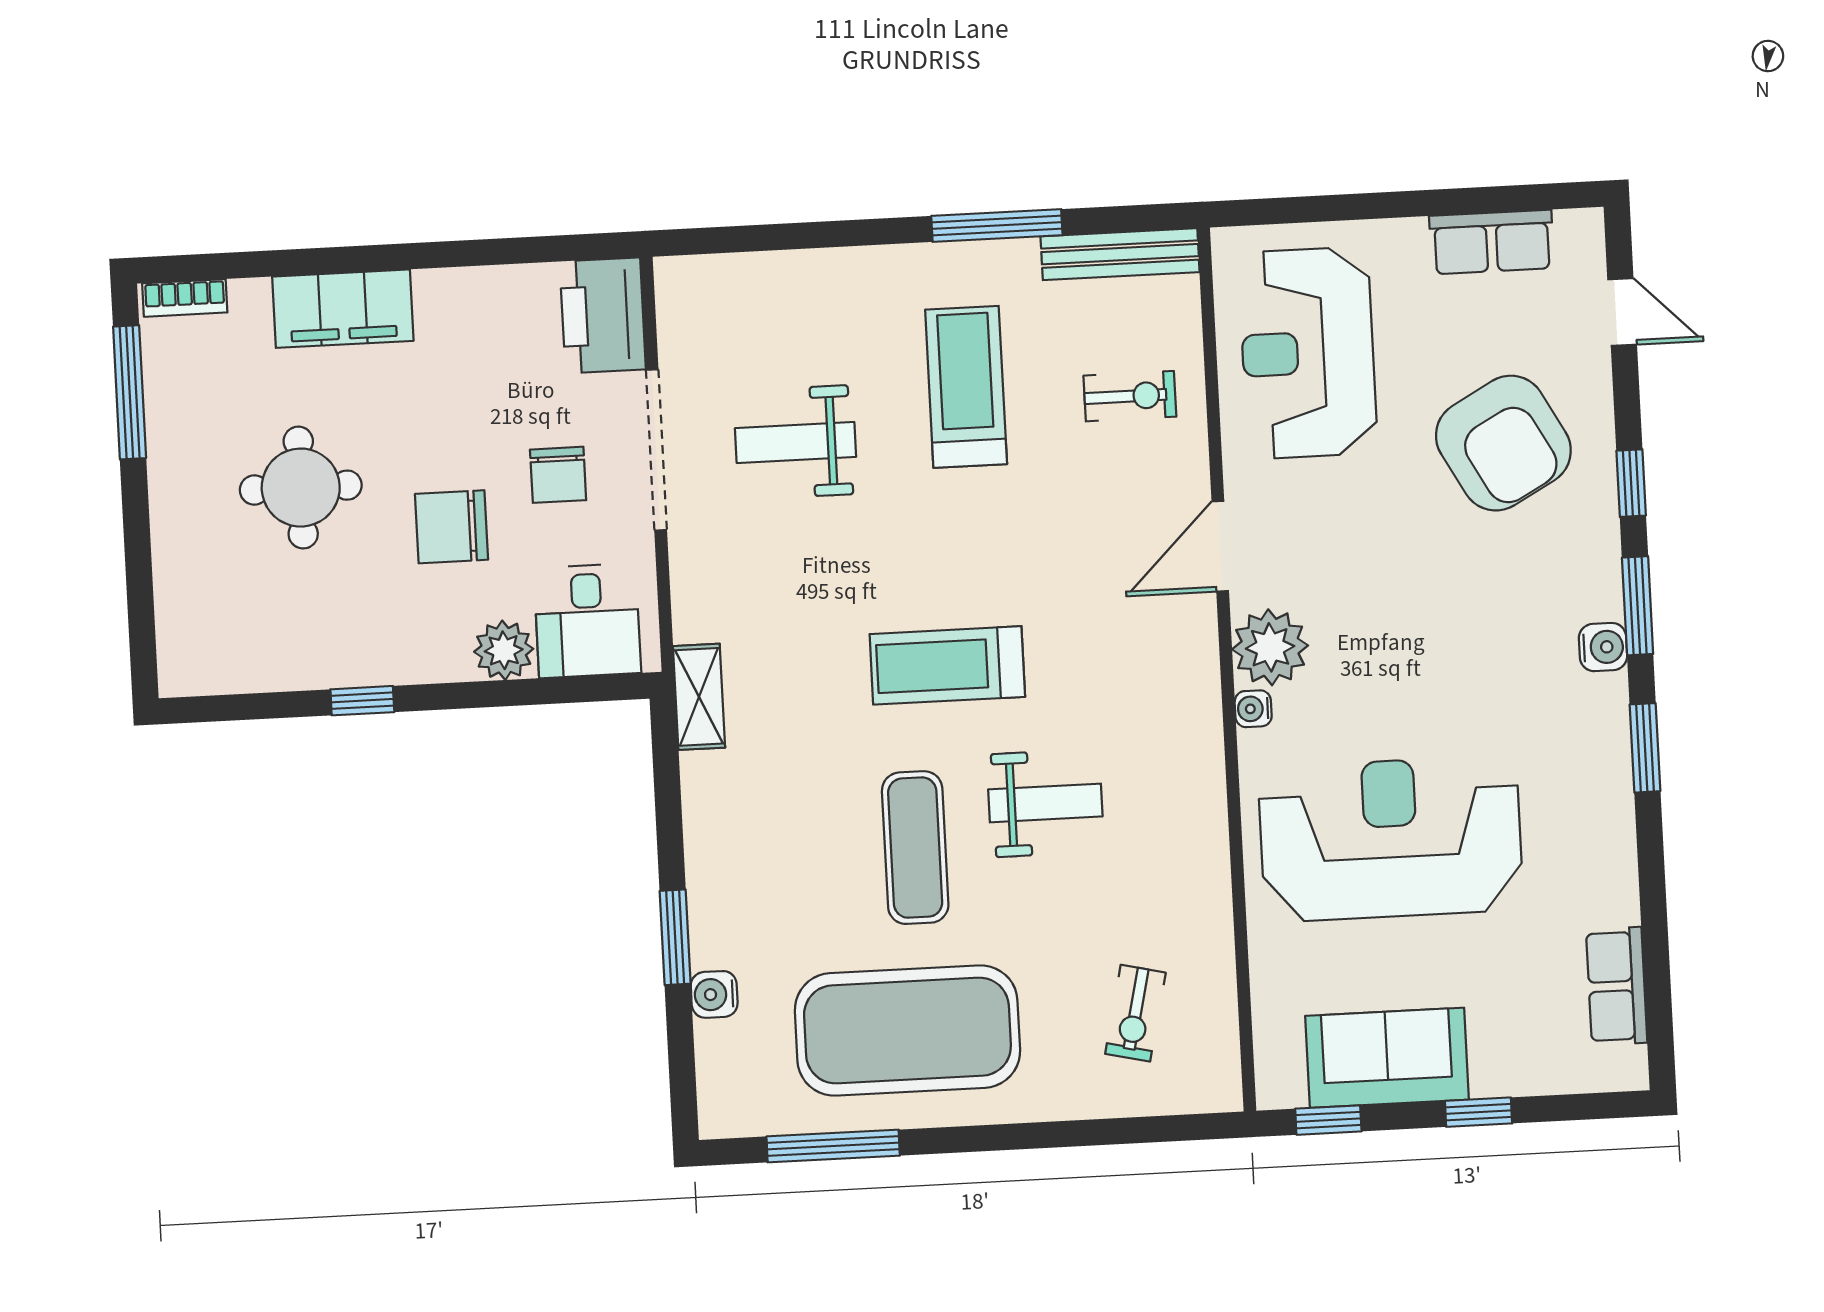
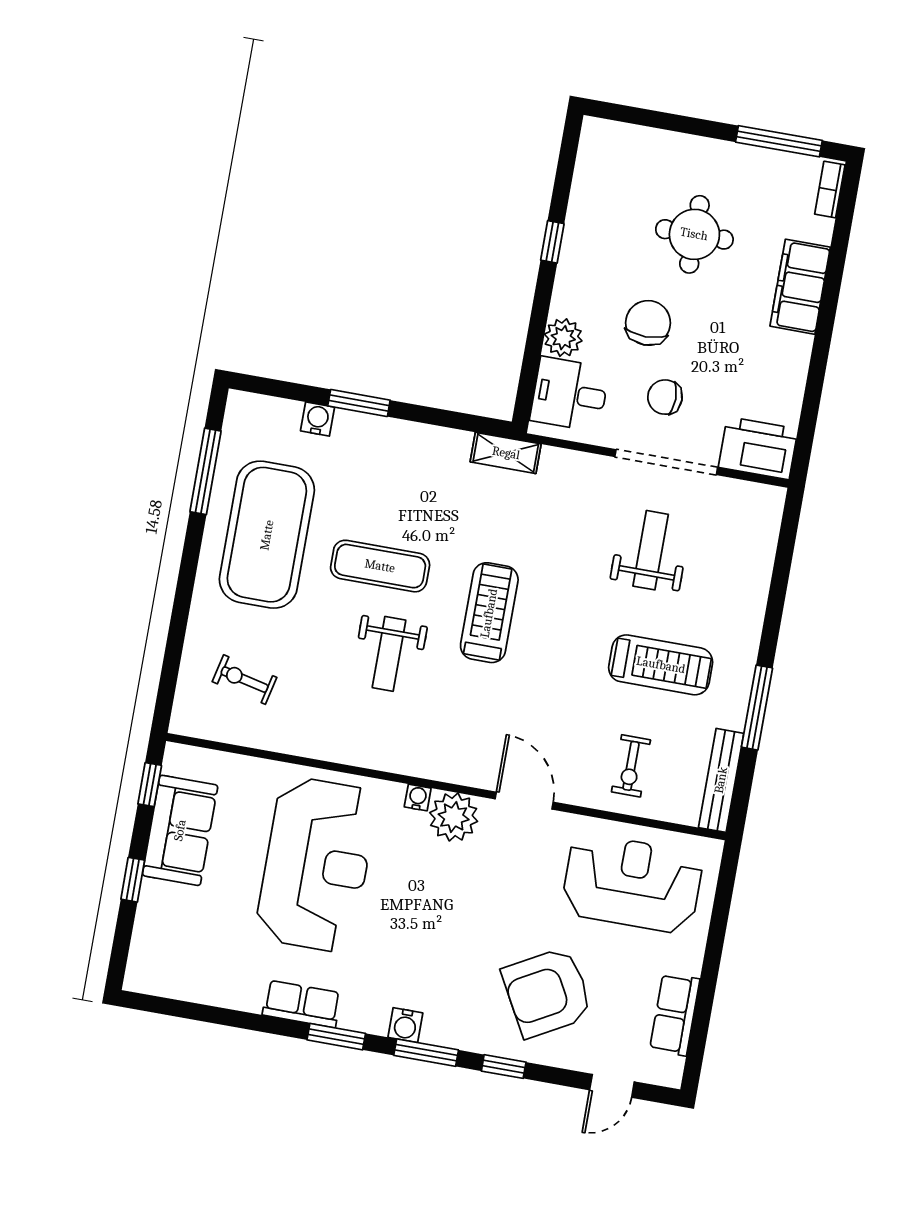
row of seats: (1617, 986) -> (302, 1004), moved

